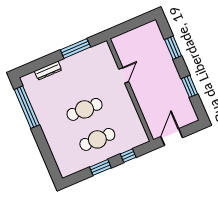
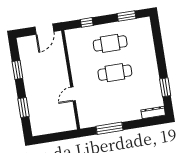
dresser: (48, 71) -> (153, 112), moved
window: (27, 107) -> (165, 87), width x0.47
window: (100, 167) -> (127, 16), moved

